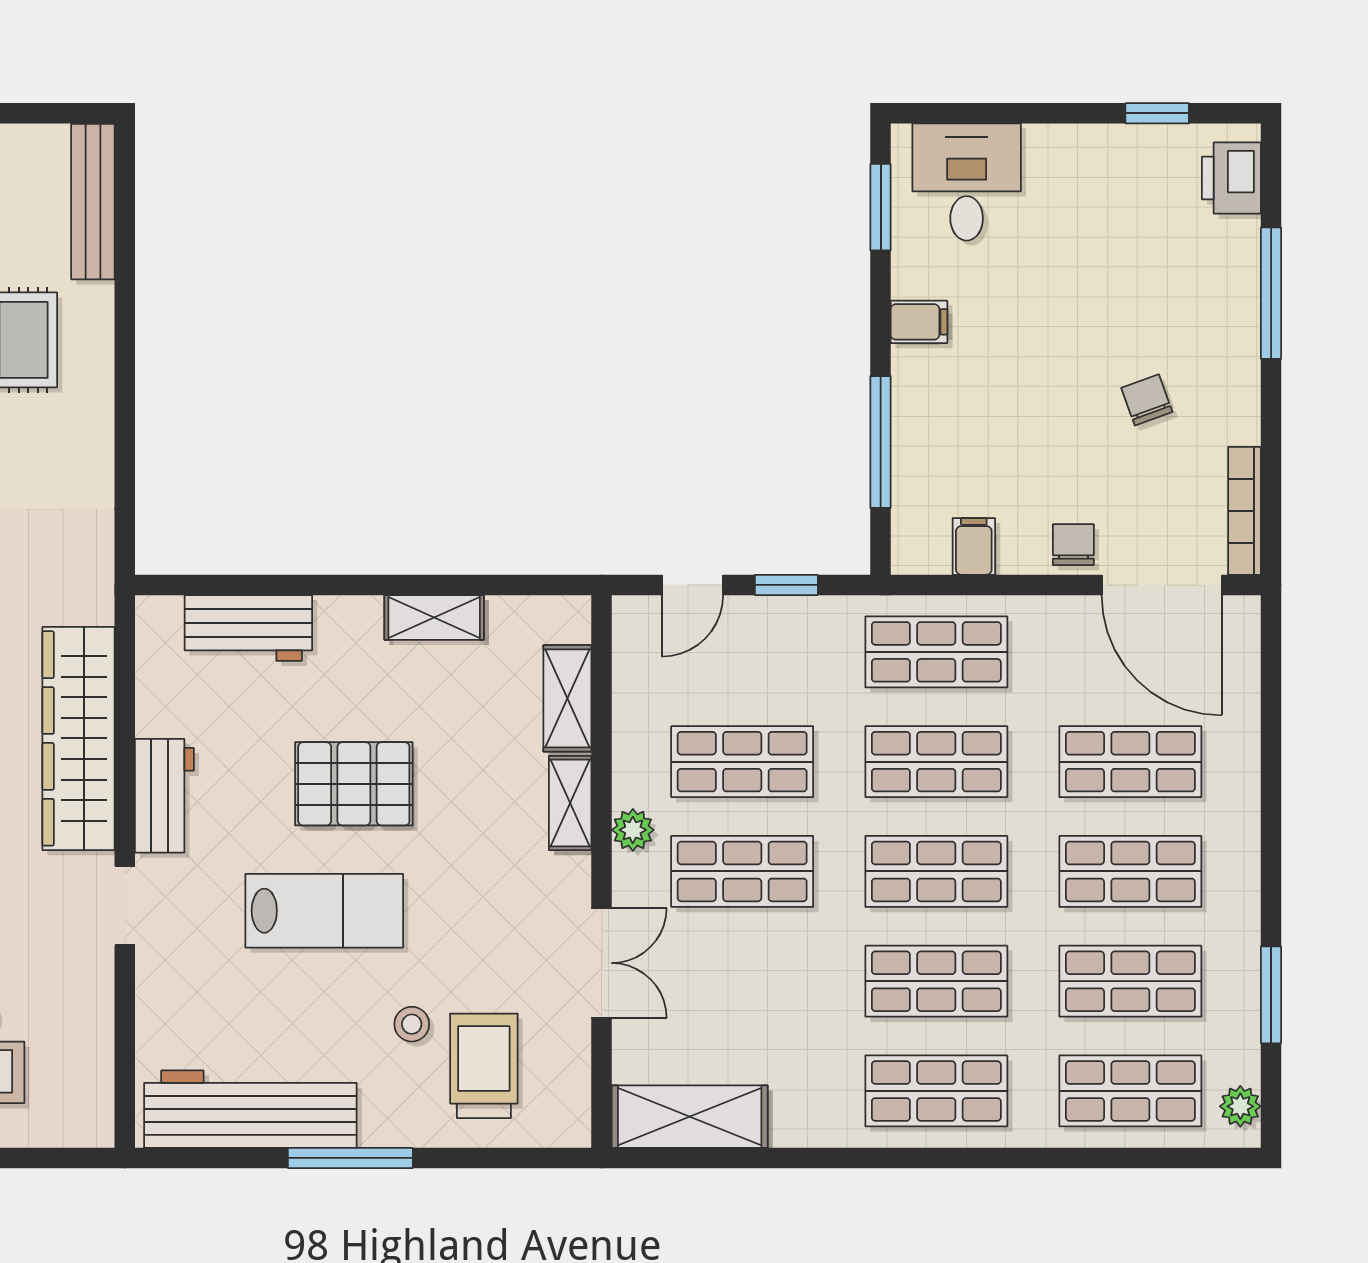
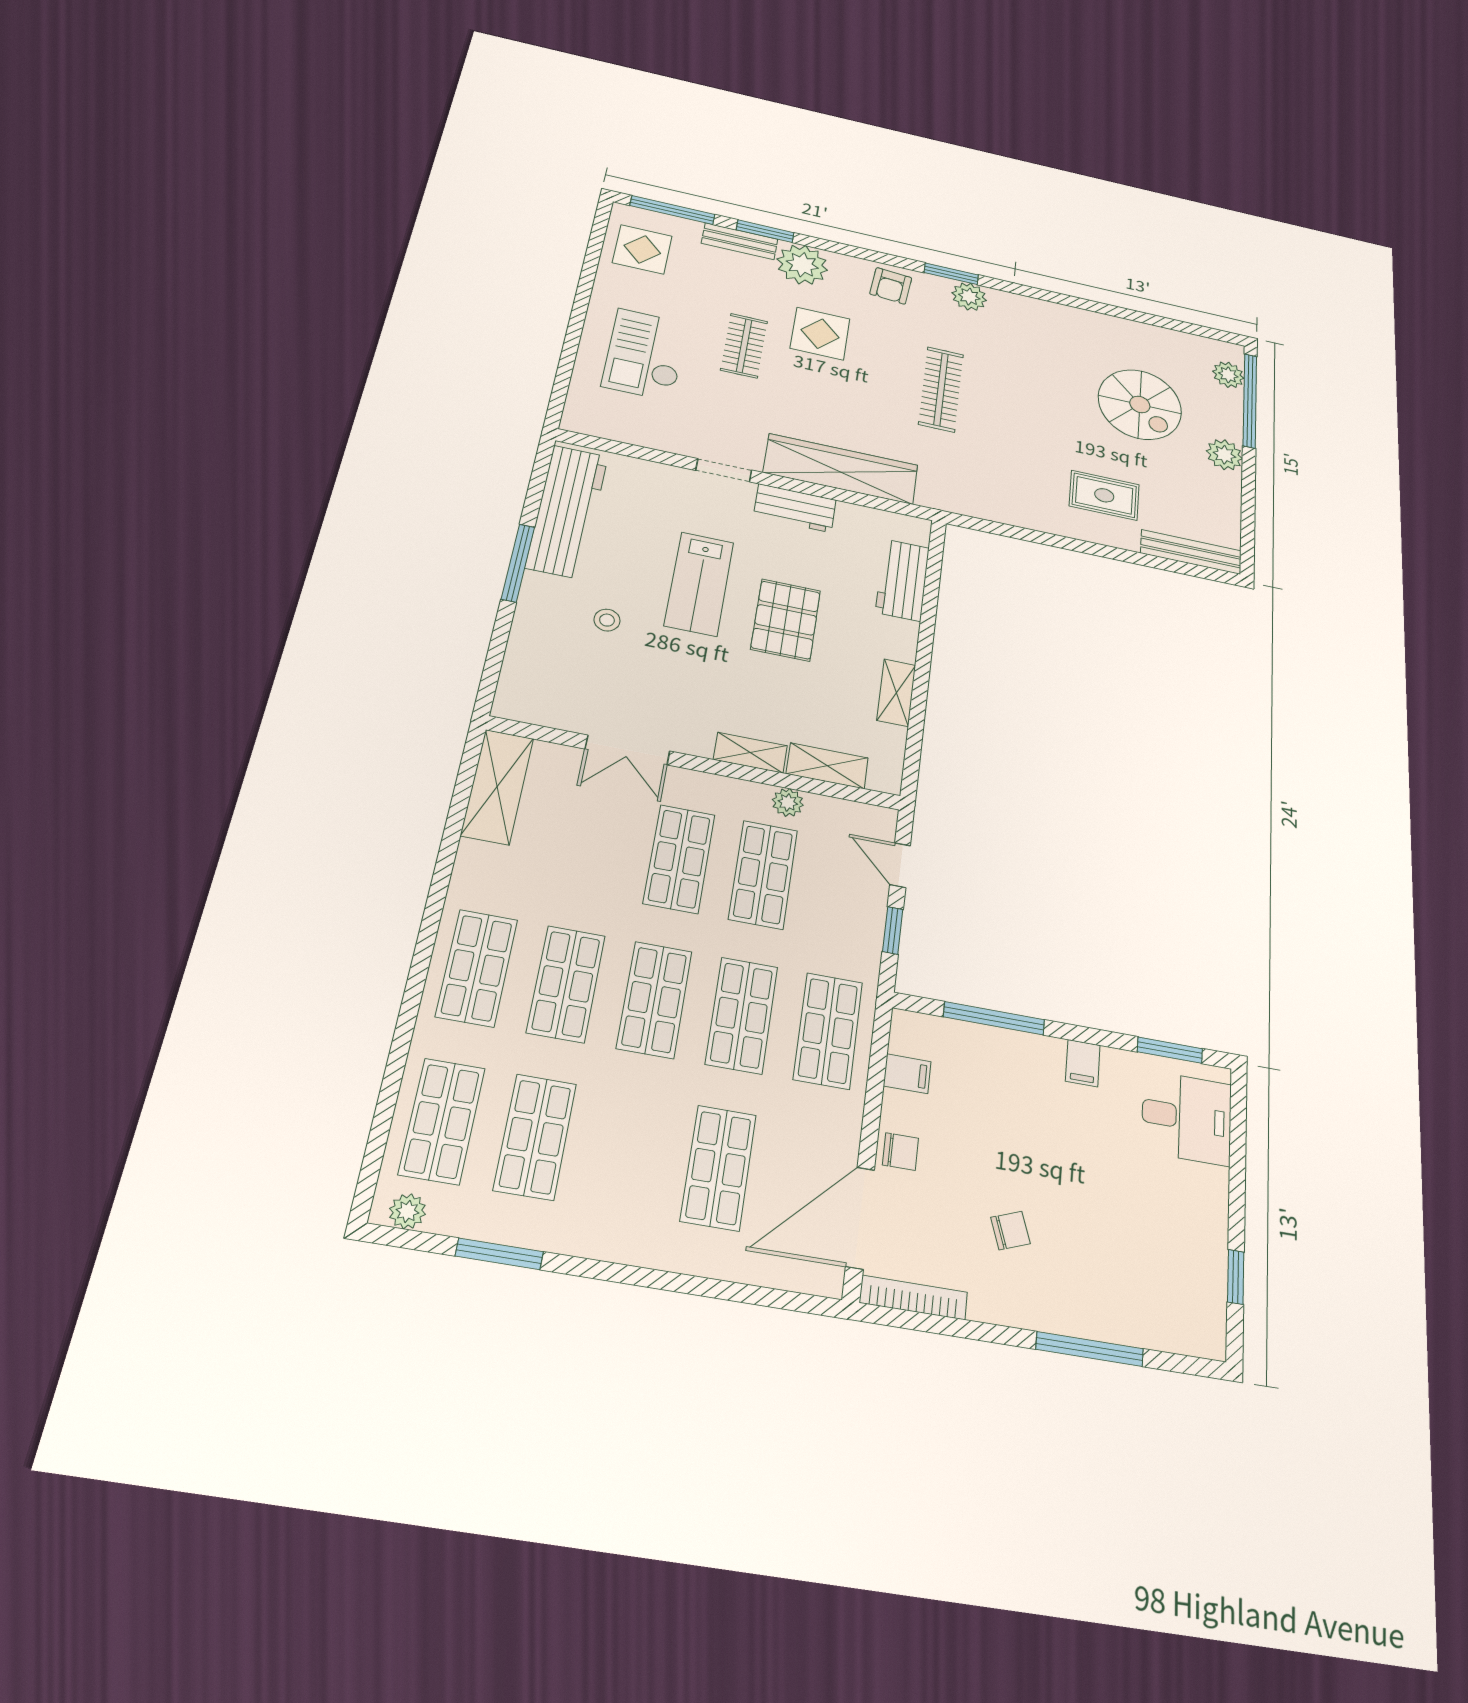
printer: (1231, 178) -> (1183, 1330), removed
plant: (633, 830) -> (788, 802), moved
shop shelf: (1130, 871) -> (627, 1152), removed
trolley: (484, 1066) -> (567, 659), removed

